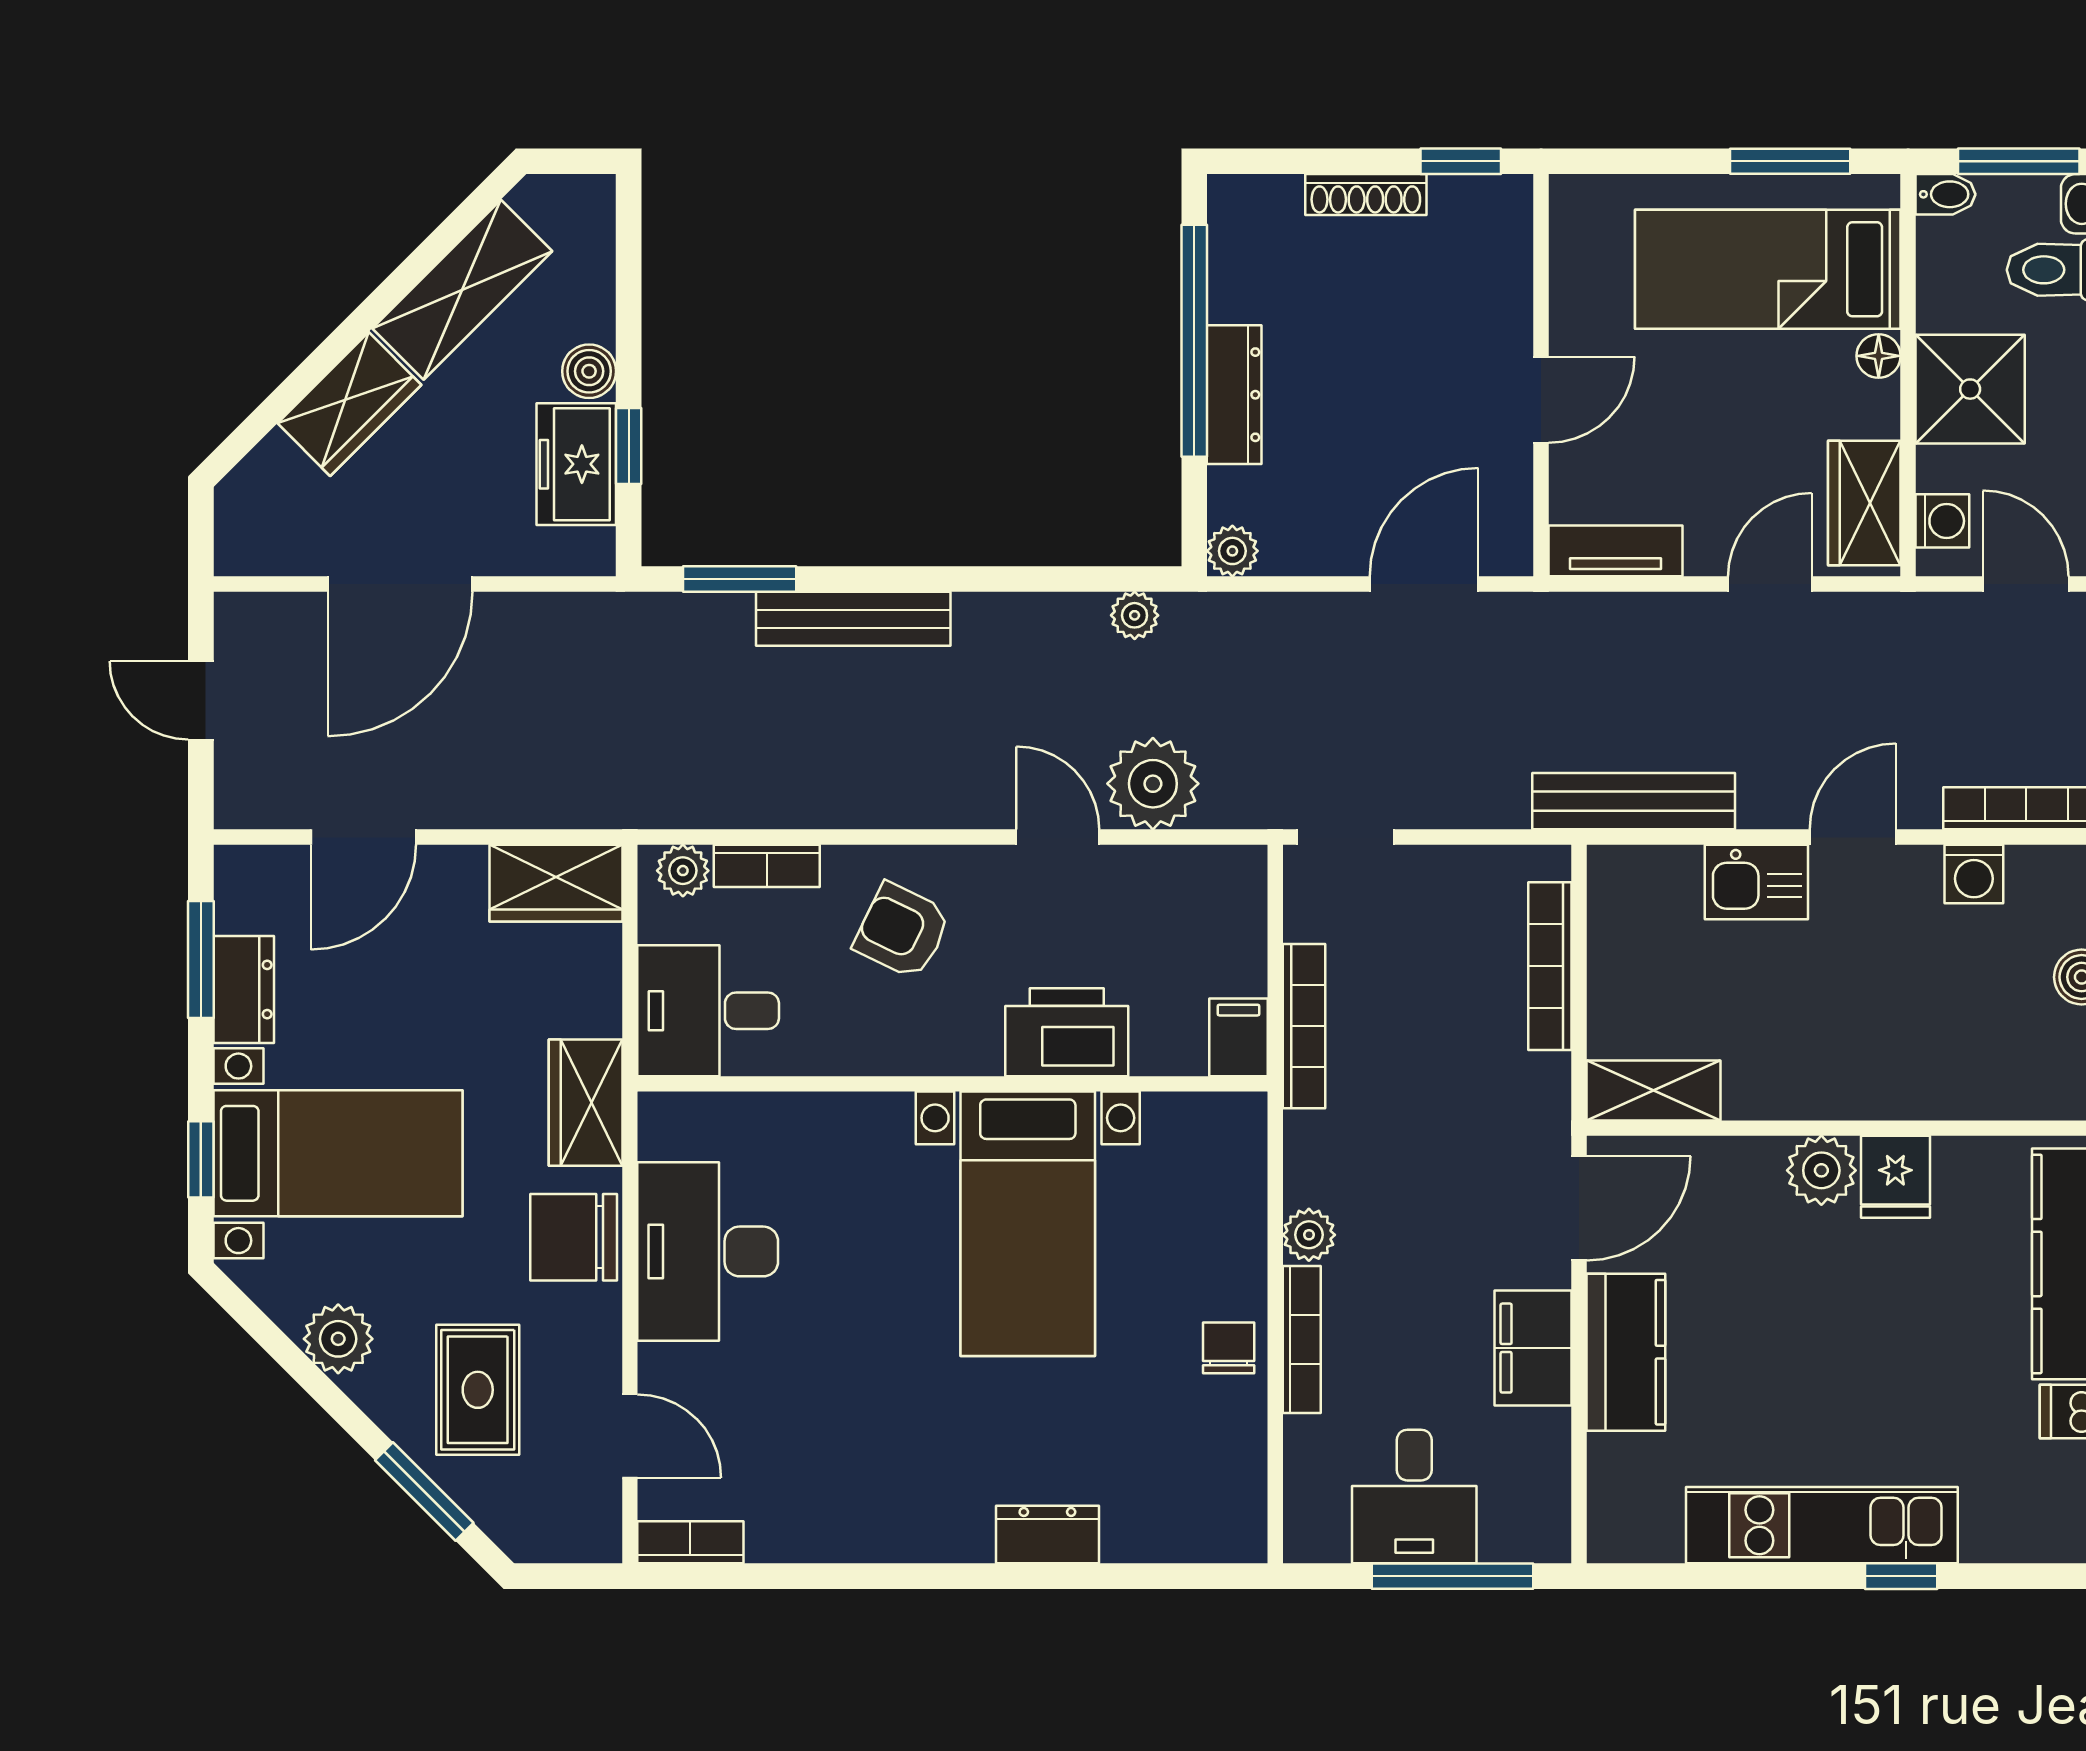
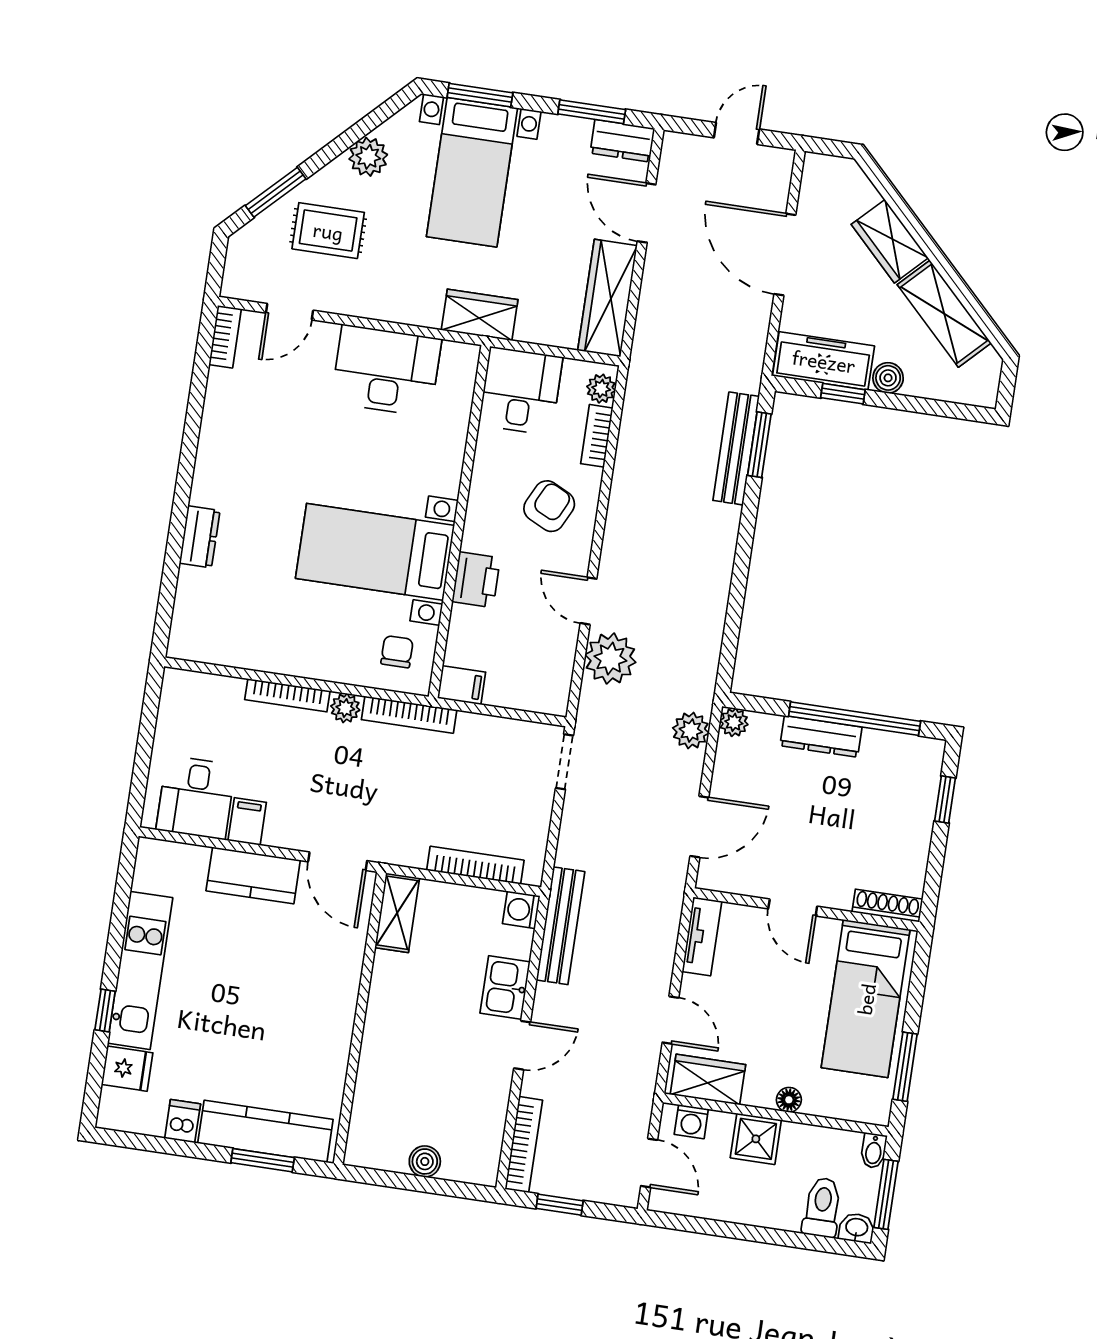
window: (1461, 161) -> (945, 799), moved
shoe rack: (1366, 195) -> (887, 906), moved, turned 90
bed: (1768, 269) -> (866, 999), moved, turned 180
shower: (1970, 389) -> (756, 1139), width x0.73, depth x0.73
freezer: (576, 464) -> (824, 361), width x1.40
door: (1424, 584) -> (699, 827), hinge flipped
door: (2026, 584) -> (649, 1163), hinge flipped
plant: (1135, 615) -> (691, 730), moved, width x1.38, depth x1.38
bench: (853, 619) -> (736, 448), moved
door: (1058, 837) -> (589, 601), swing flipped
door: (1853, 837) -> (522, 1045), hinge flipped
washing machine: (1974, 874) -> (521, 910), moved
wardrobe: (556, 883) -> (607, 298), width x1.50
dresser: (244, 990) -> (622, 141), moved
bookcase: (1304, 1026) -> (409, 715), moved
printer: (1067, 1032) -> (476, 580), width x0.73, depth x0.84
window: (201, 1159) -> (480, 95), width x1.50
plant: (1821, 1170) -> (339, 1000), removed
fridge: (1895, 1177) -> (127, 1069), moved, turned 180
chair: (574, 1237) -> (405, 297), removed
chair: (1229, 1348) -> (397, 652), moved, turned -90
filing cabinet: (1533, 1348) -> (247, 821), width x0.50
desk: (1414, 1497) -> (196, 797), moved, turned -90
window: (1452, 1576) -> (143, 760), removed

